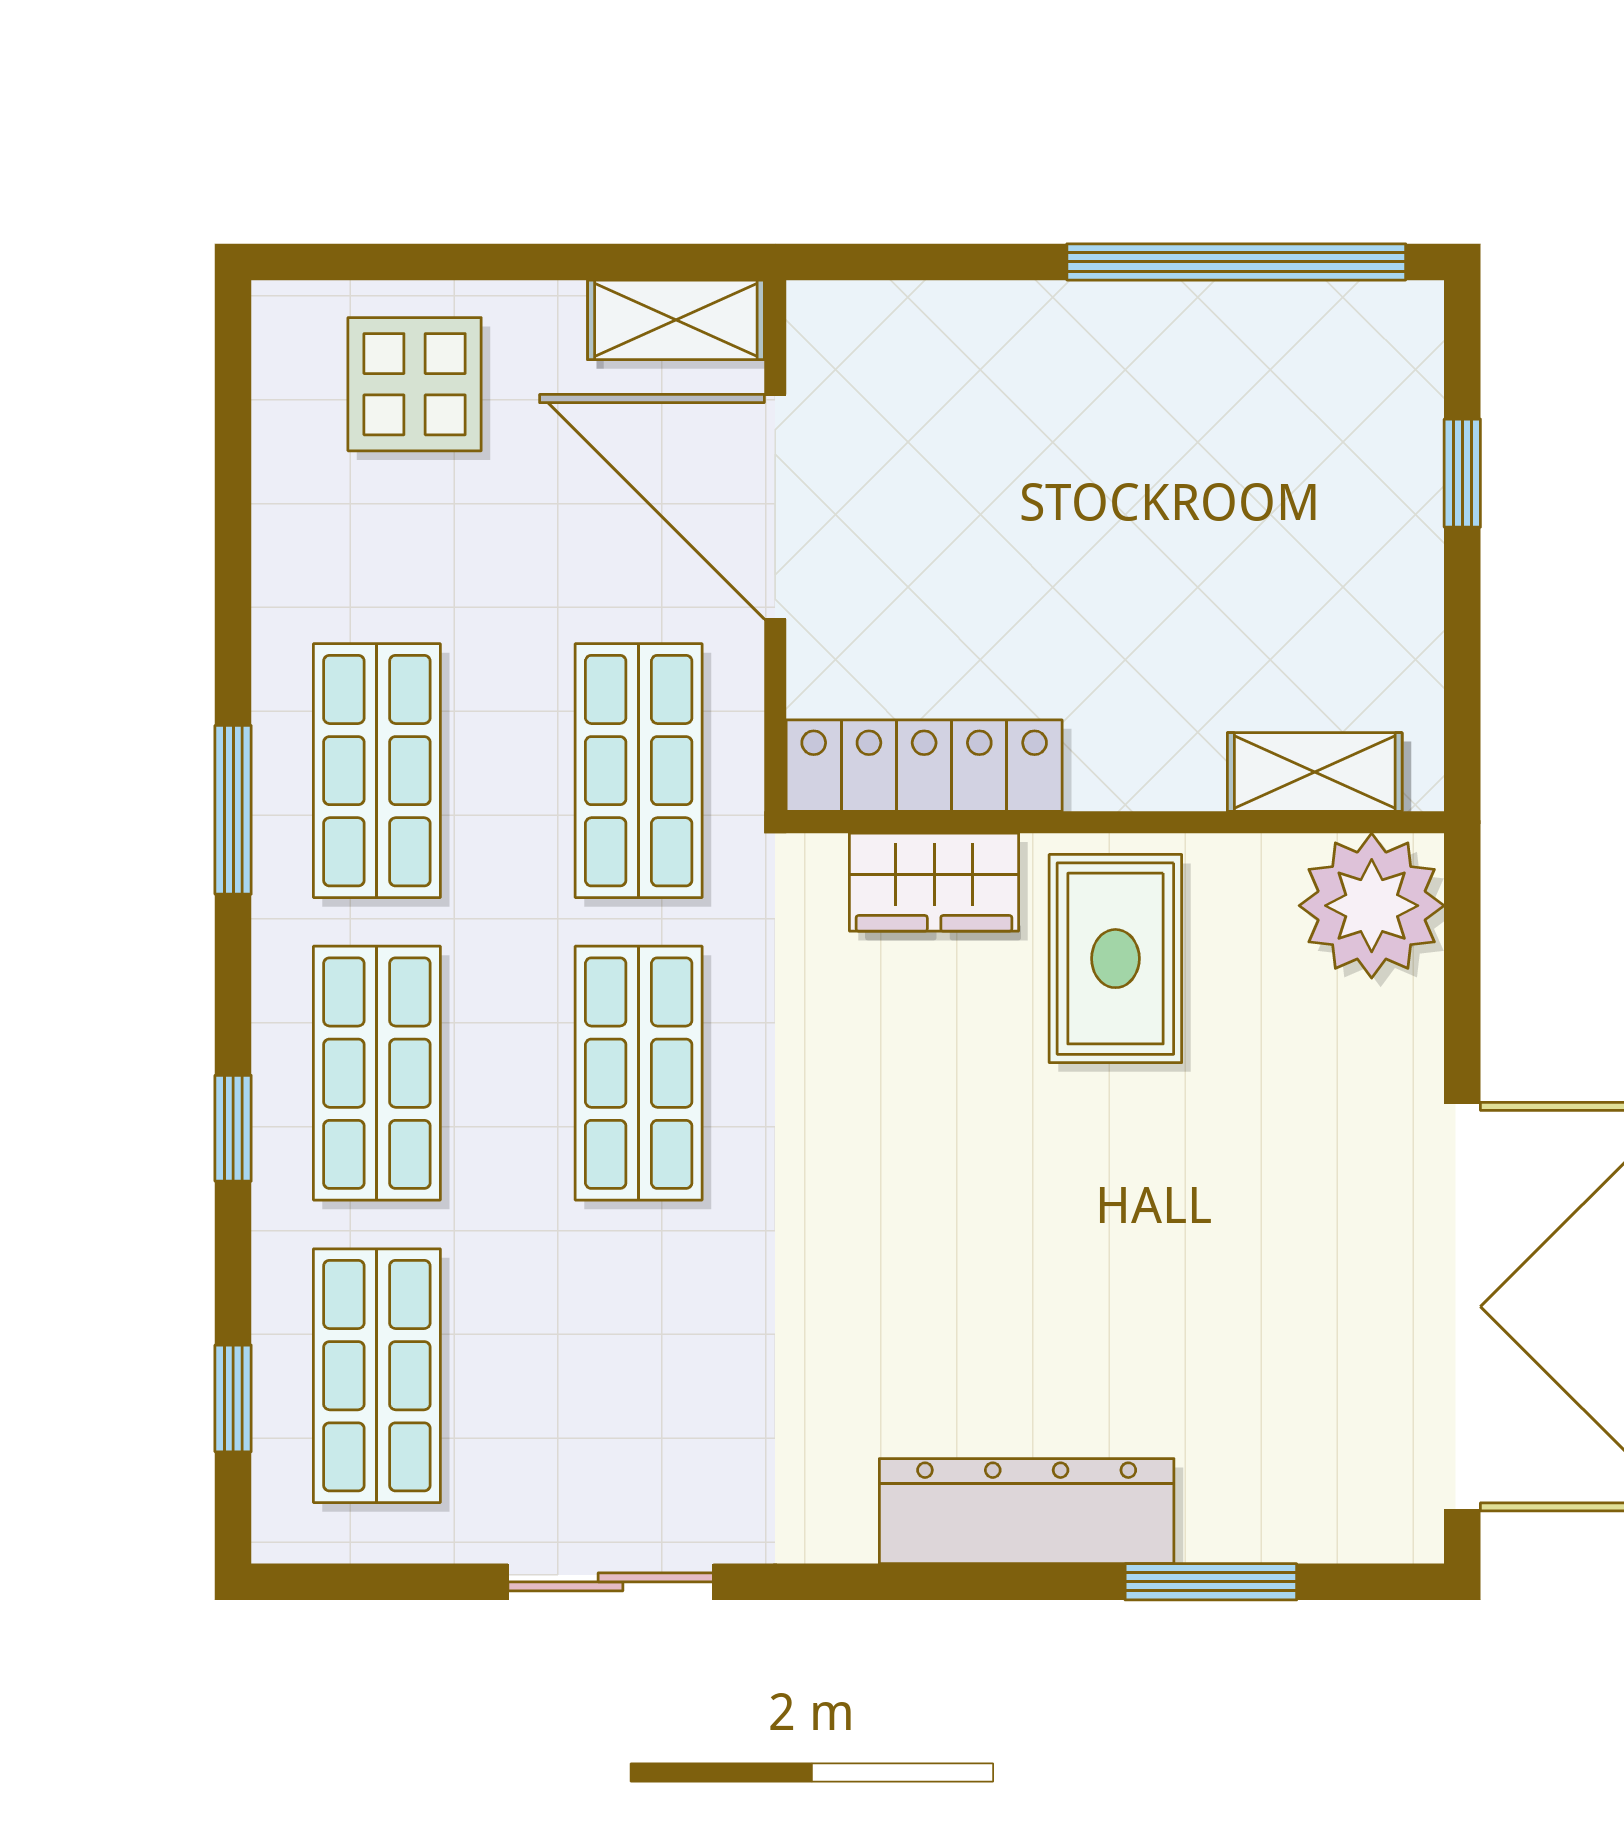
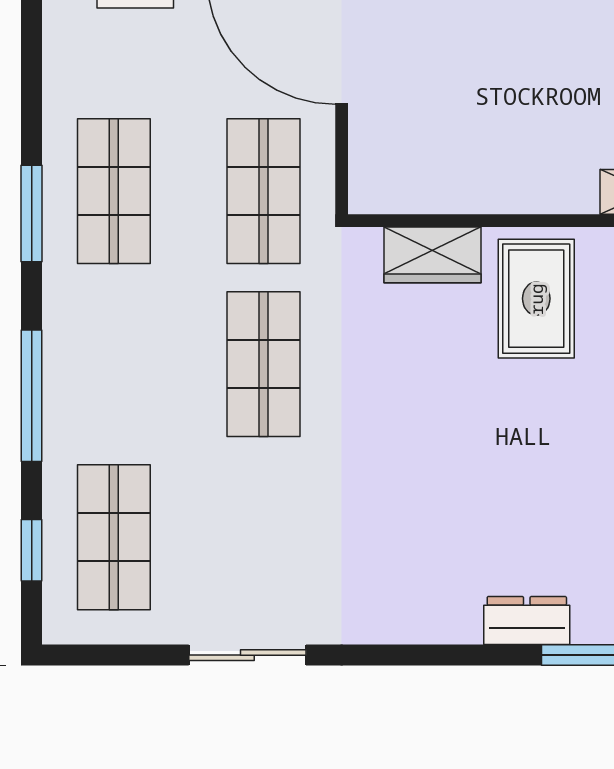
locker: (924, 766) -> (427, 188), removed
shop shelf: (377, 1073) -> (114, 364), removed
window: (233, 1128) -> (32, 396), width x2.17
dresser: (1027, 1511) -> (527, 621), width x0.51, depth x0.80

